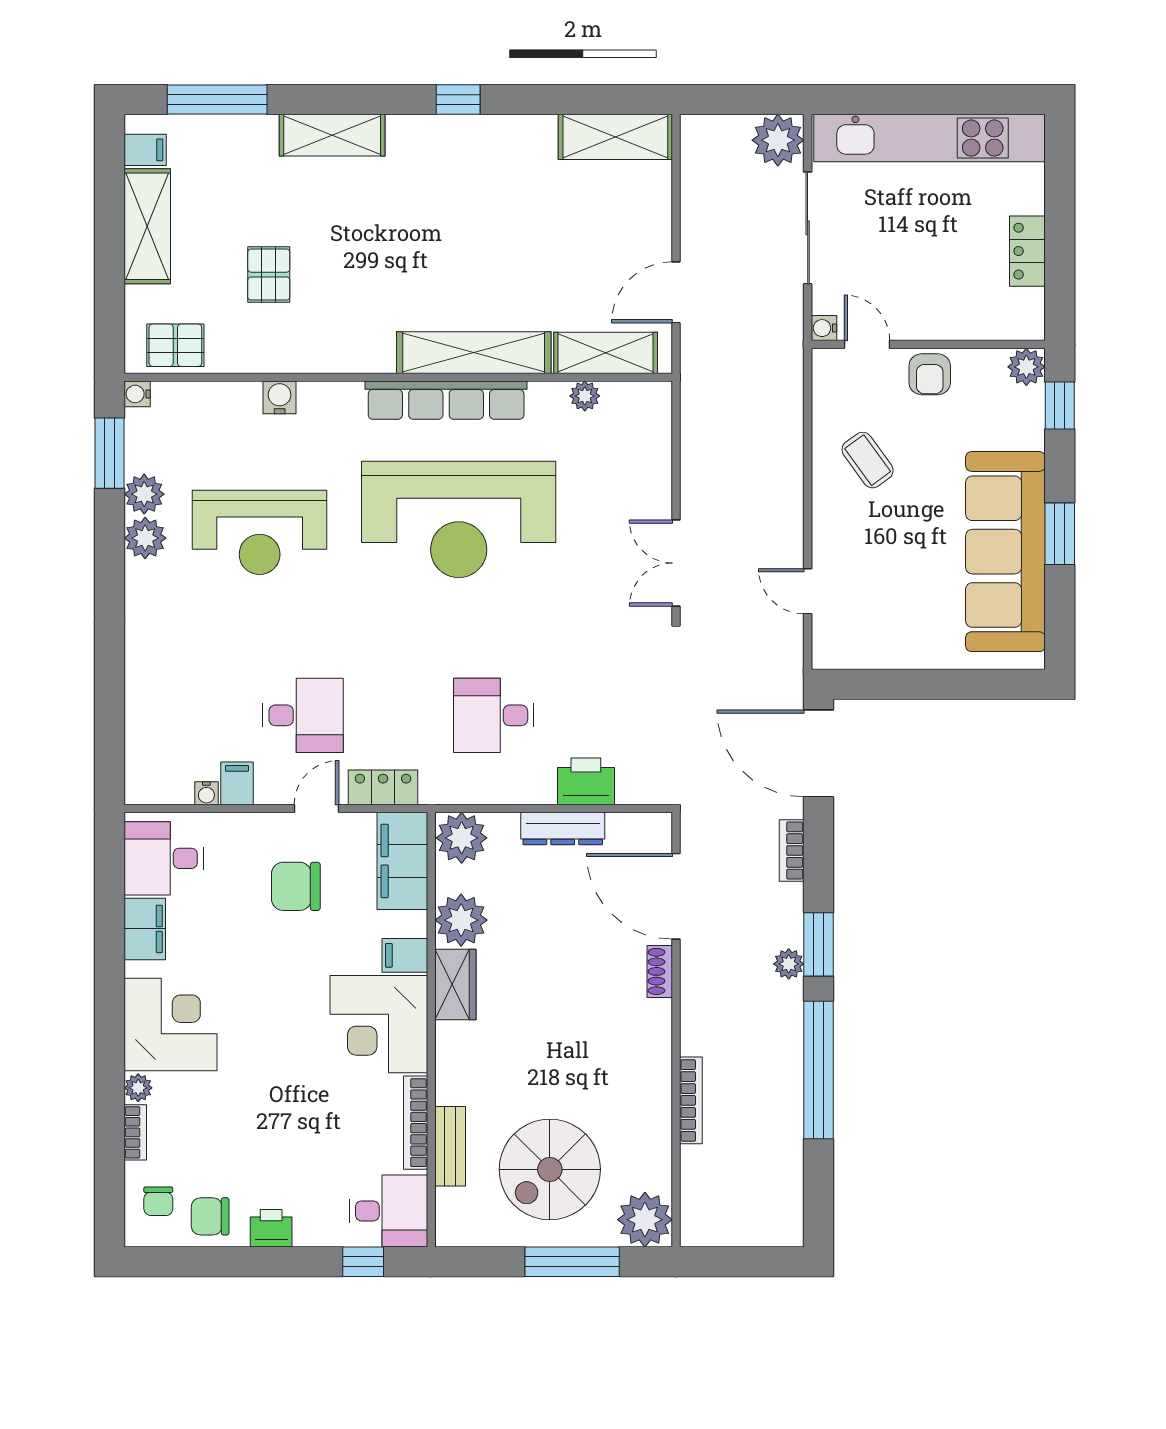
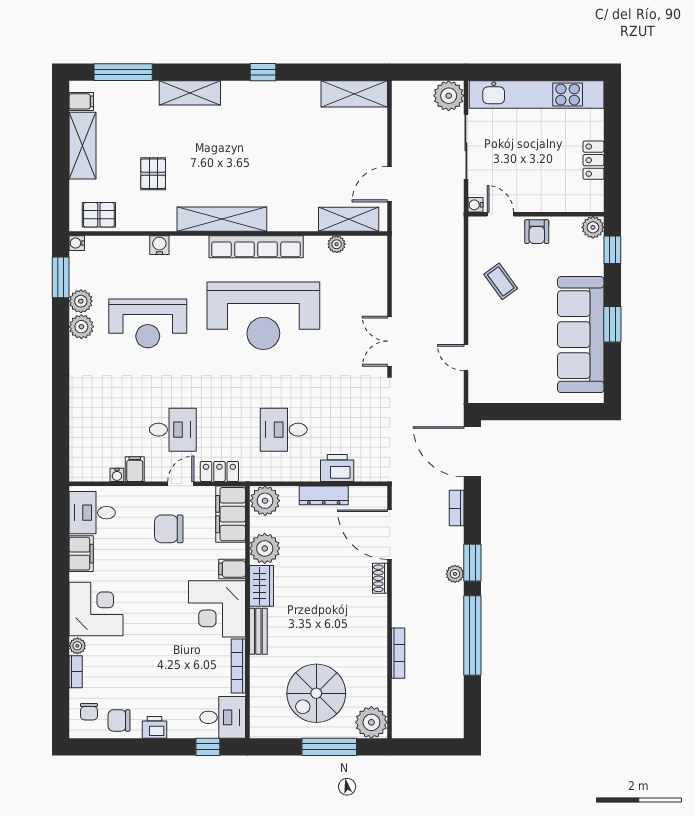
shelving: (474, 353) -> (222, 219), moved
bench: (450, 1146) -> (258, 631), moved

